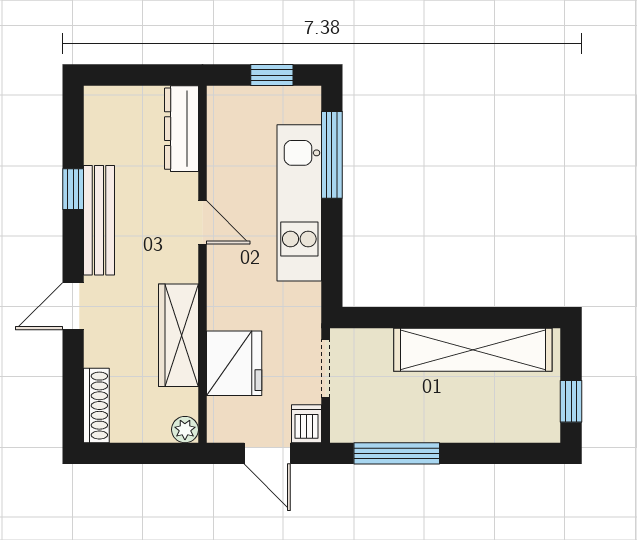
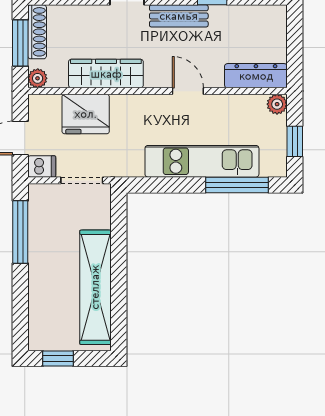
plant: (221, 99) -> (277, 104), added
bench: (99, 220) -> (179, 16), width x0.73
door: (202, 222) -> (188, 91), swing flipped
shoe rack: (96, 406) -> (37, 32), moved, turned -90
window: (136, 453) -> (20, 43), added

